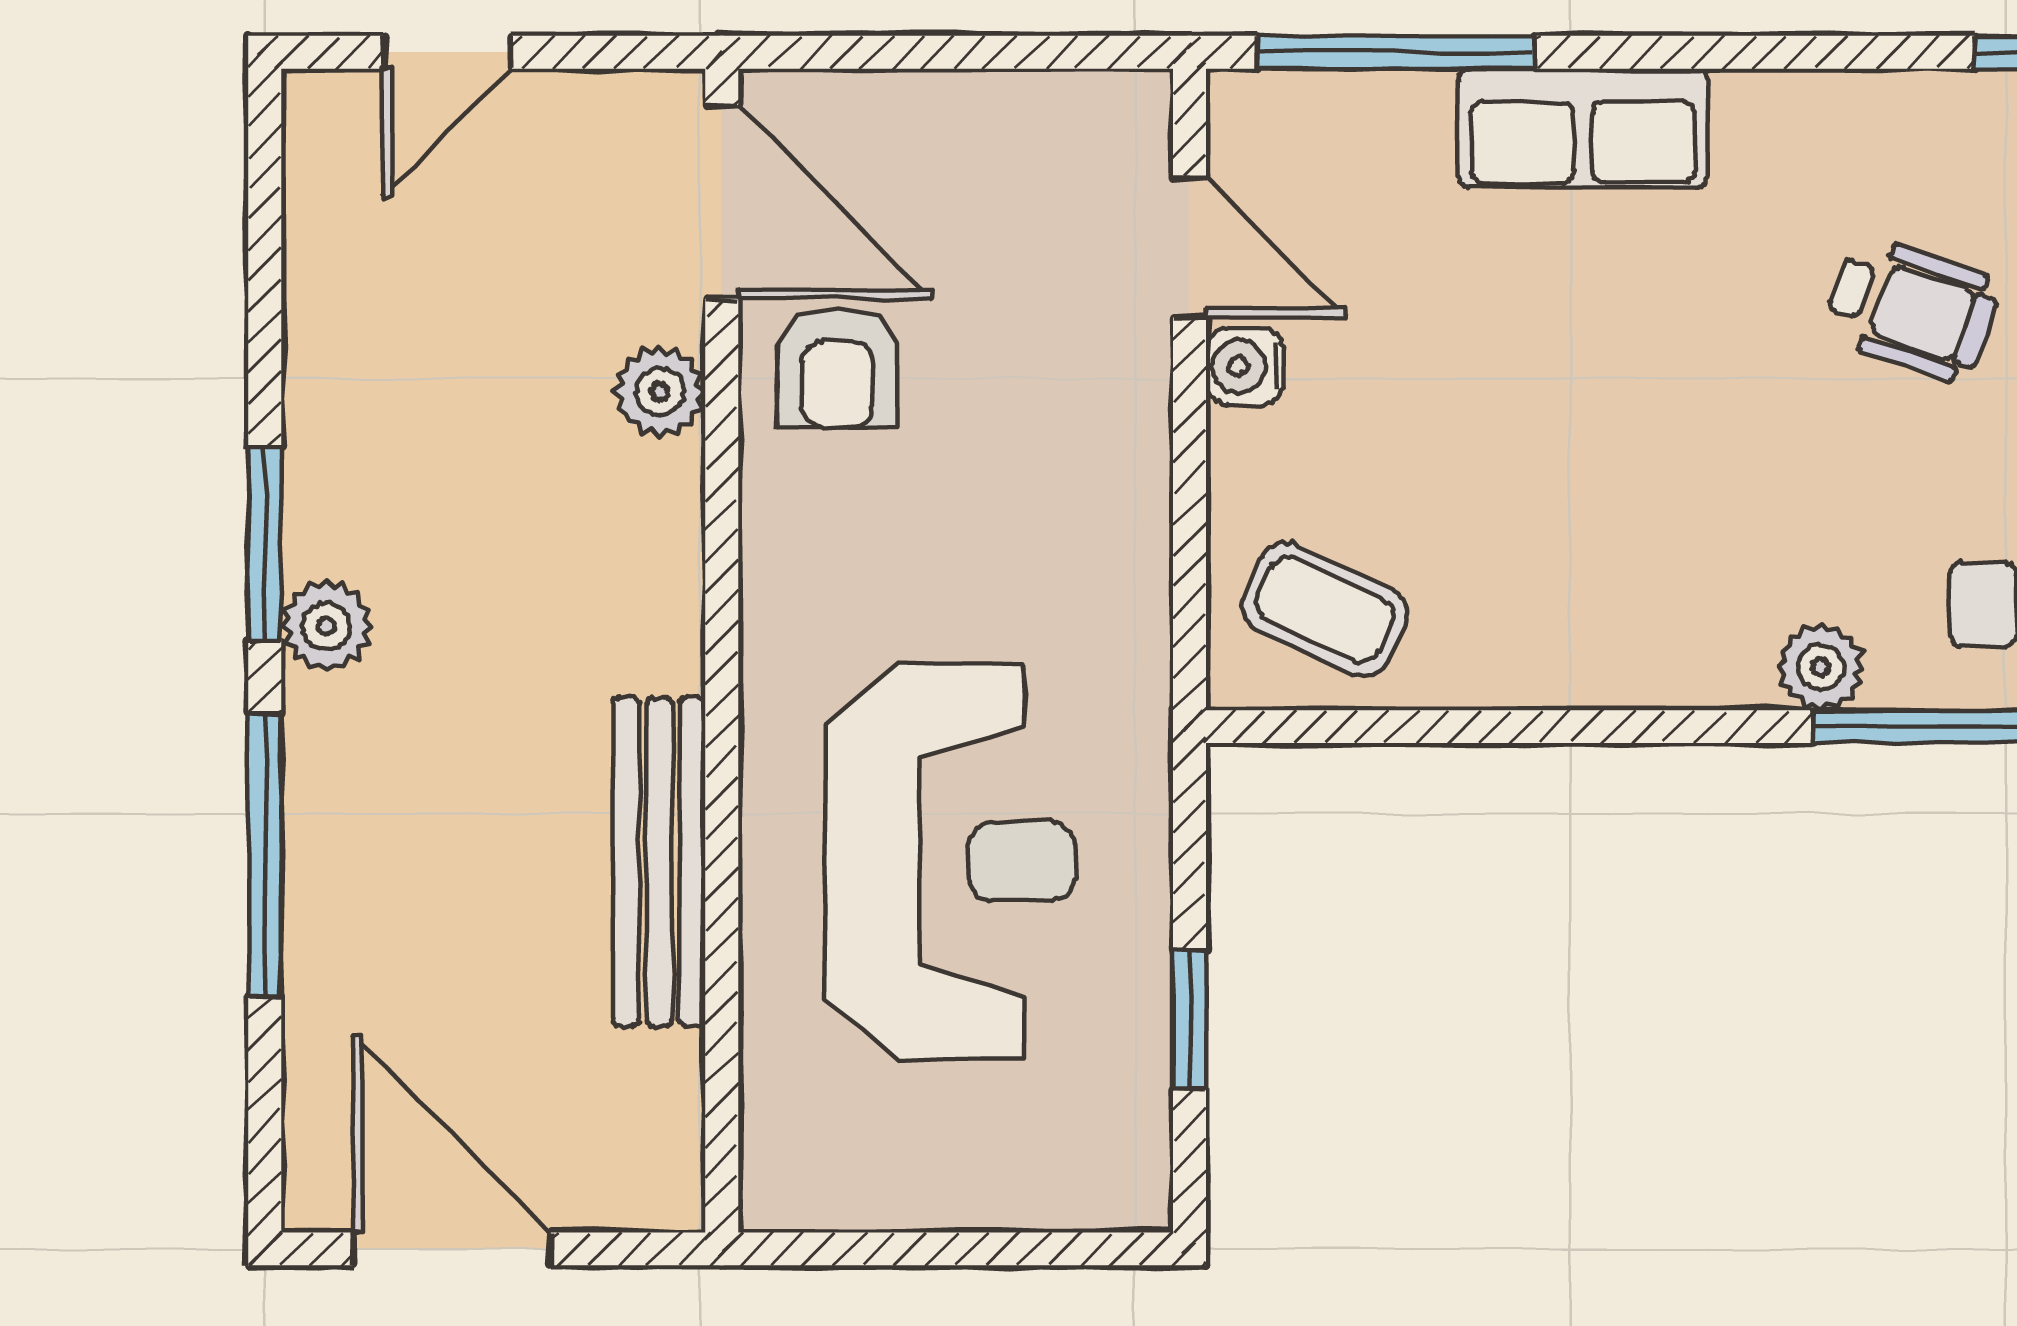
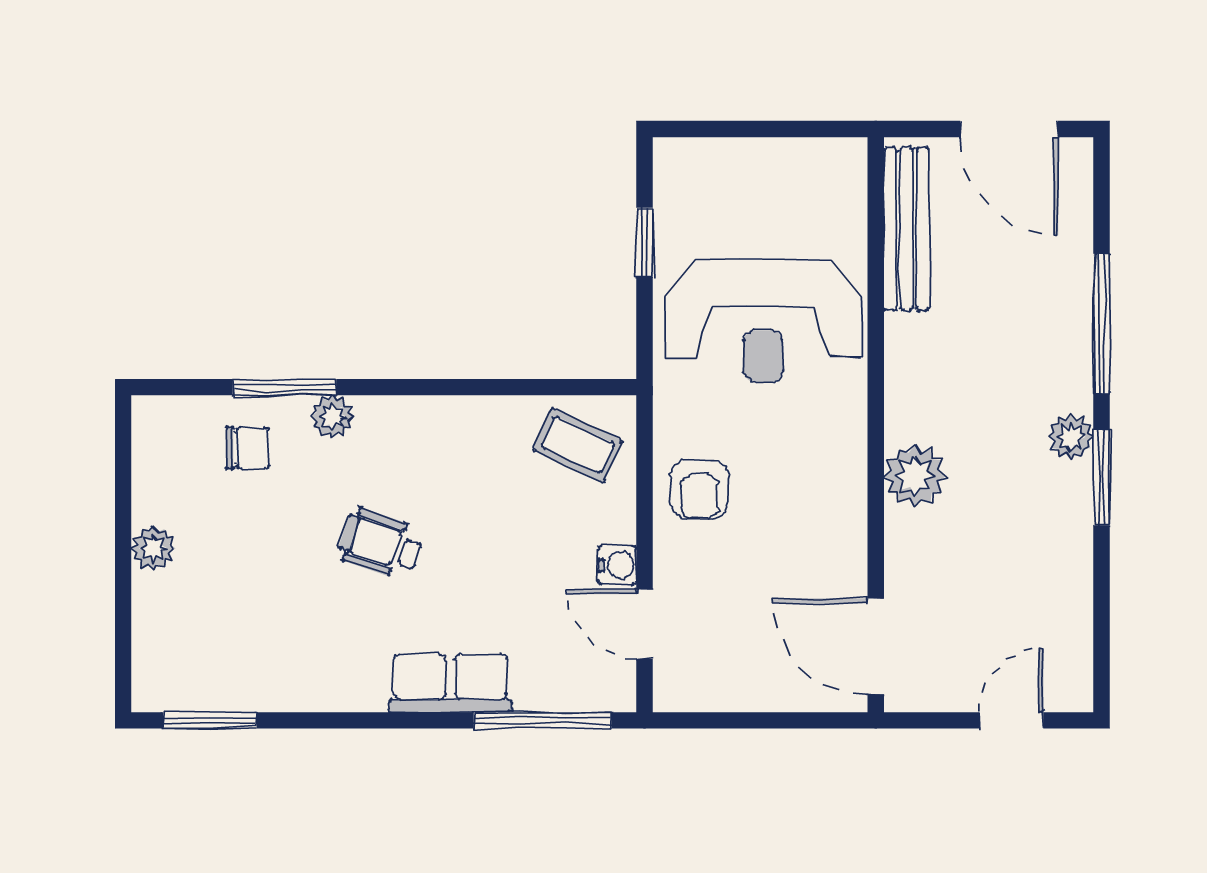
wheelchair: (1911, 309) -> (381, 544), moved
armchair: (838, 368) -> (699, 489), moved, turned 180
plant: (660, 392) -> (915, 476), moved, width x1.38, depth x1.38
reception desk: (949, 861) -> (763, 321), turned -90
bench: (659, 862) -> (907, 229), moved

